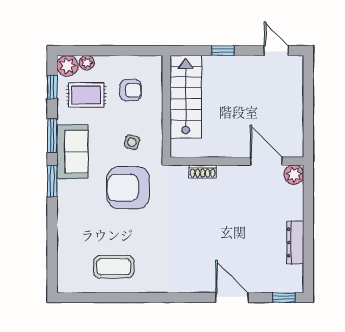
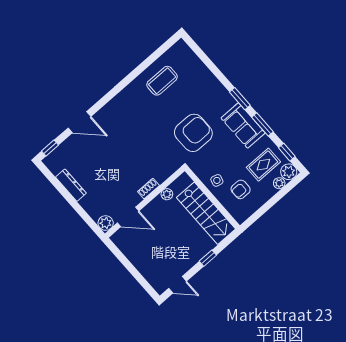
side table: (132, 142) -> (217, 180), moved
plant: (208, 150) -> (167, 194), added
shoe rack: (203, 171) -> (148, 189), moved

